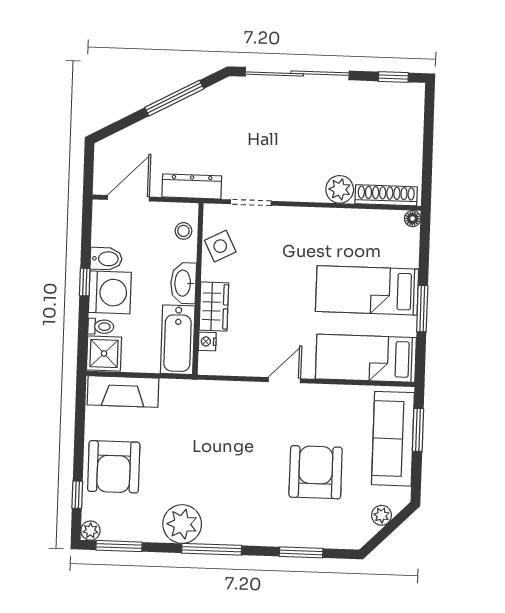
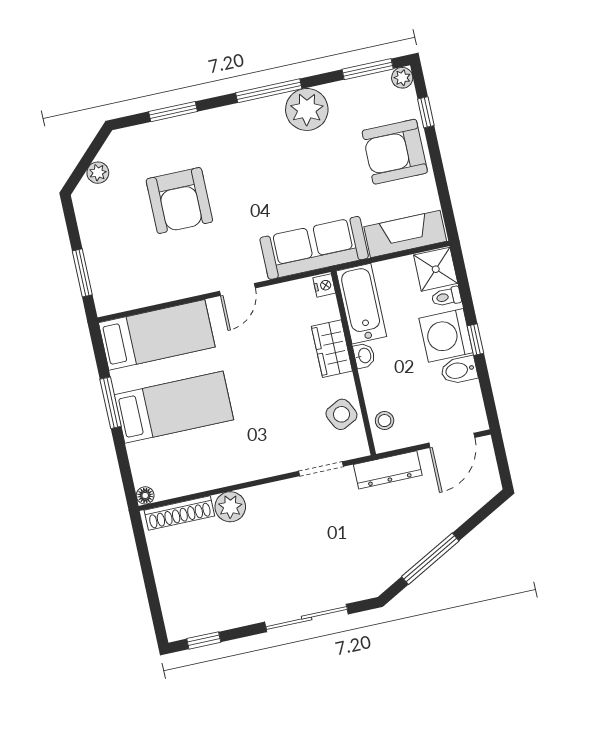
sliding door: (297, 74) -> (307, 618), width x0.73
washbasin: (183, 283) -> (364, 356), width x0.52, depth x0.69
nightstand: (207, 341) -> (324, 285), moved
sofa: (393, 439) -> (314, 248), moved, turned -90
armchair: (114, 467) -> (395, 152), turned -90

